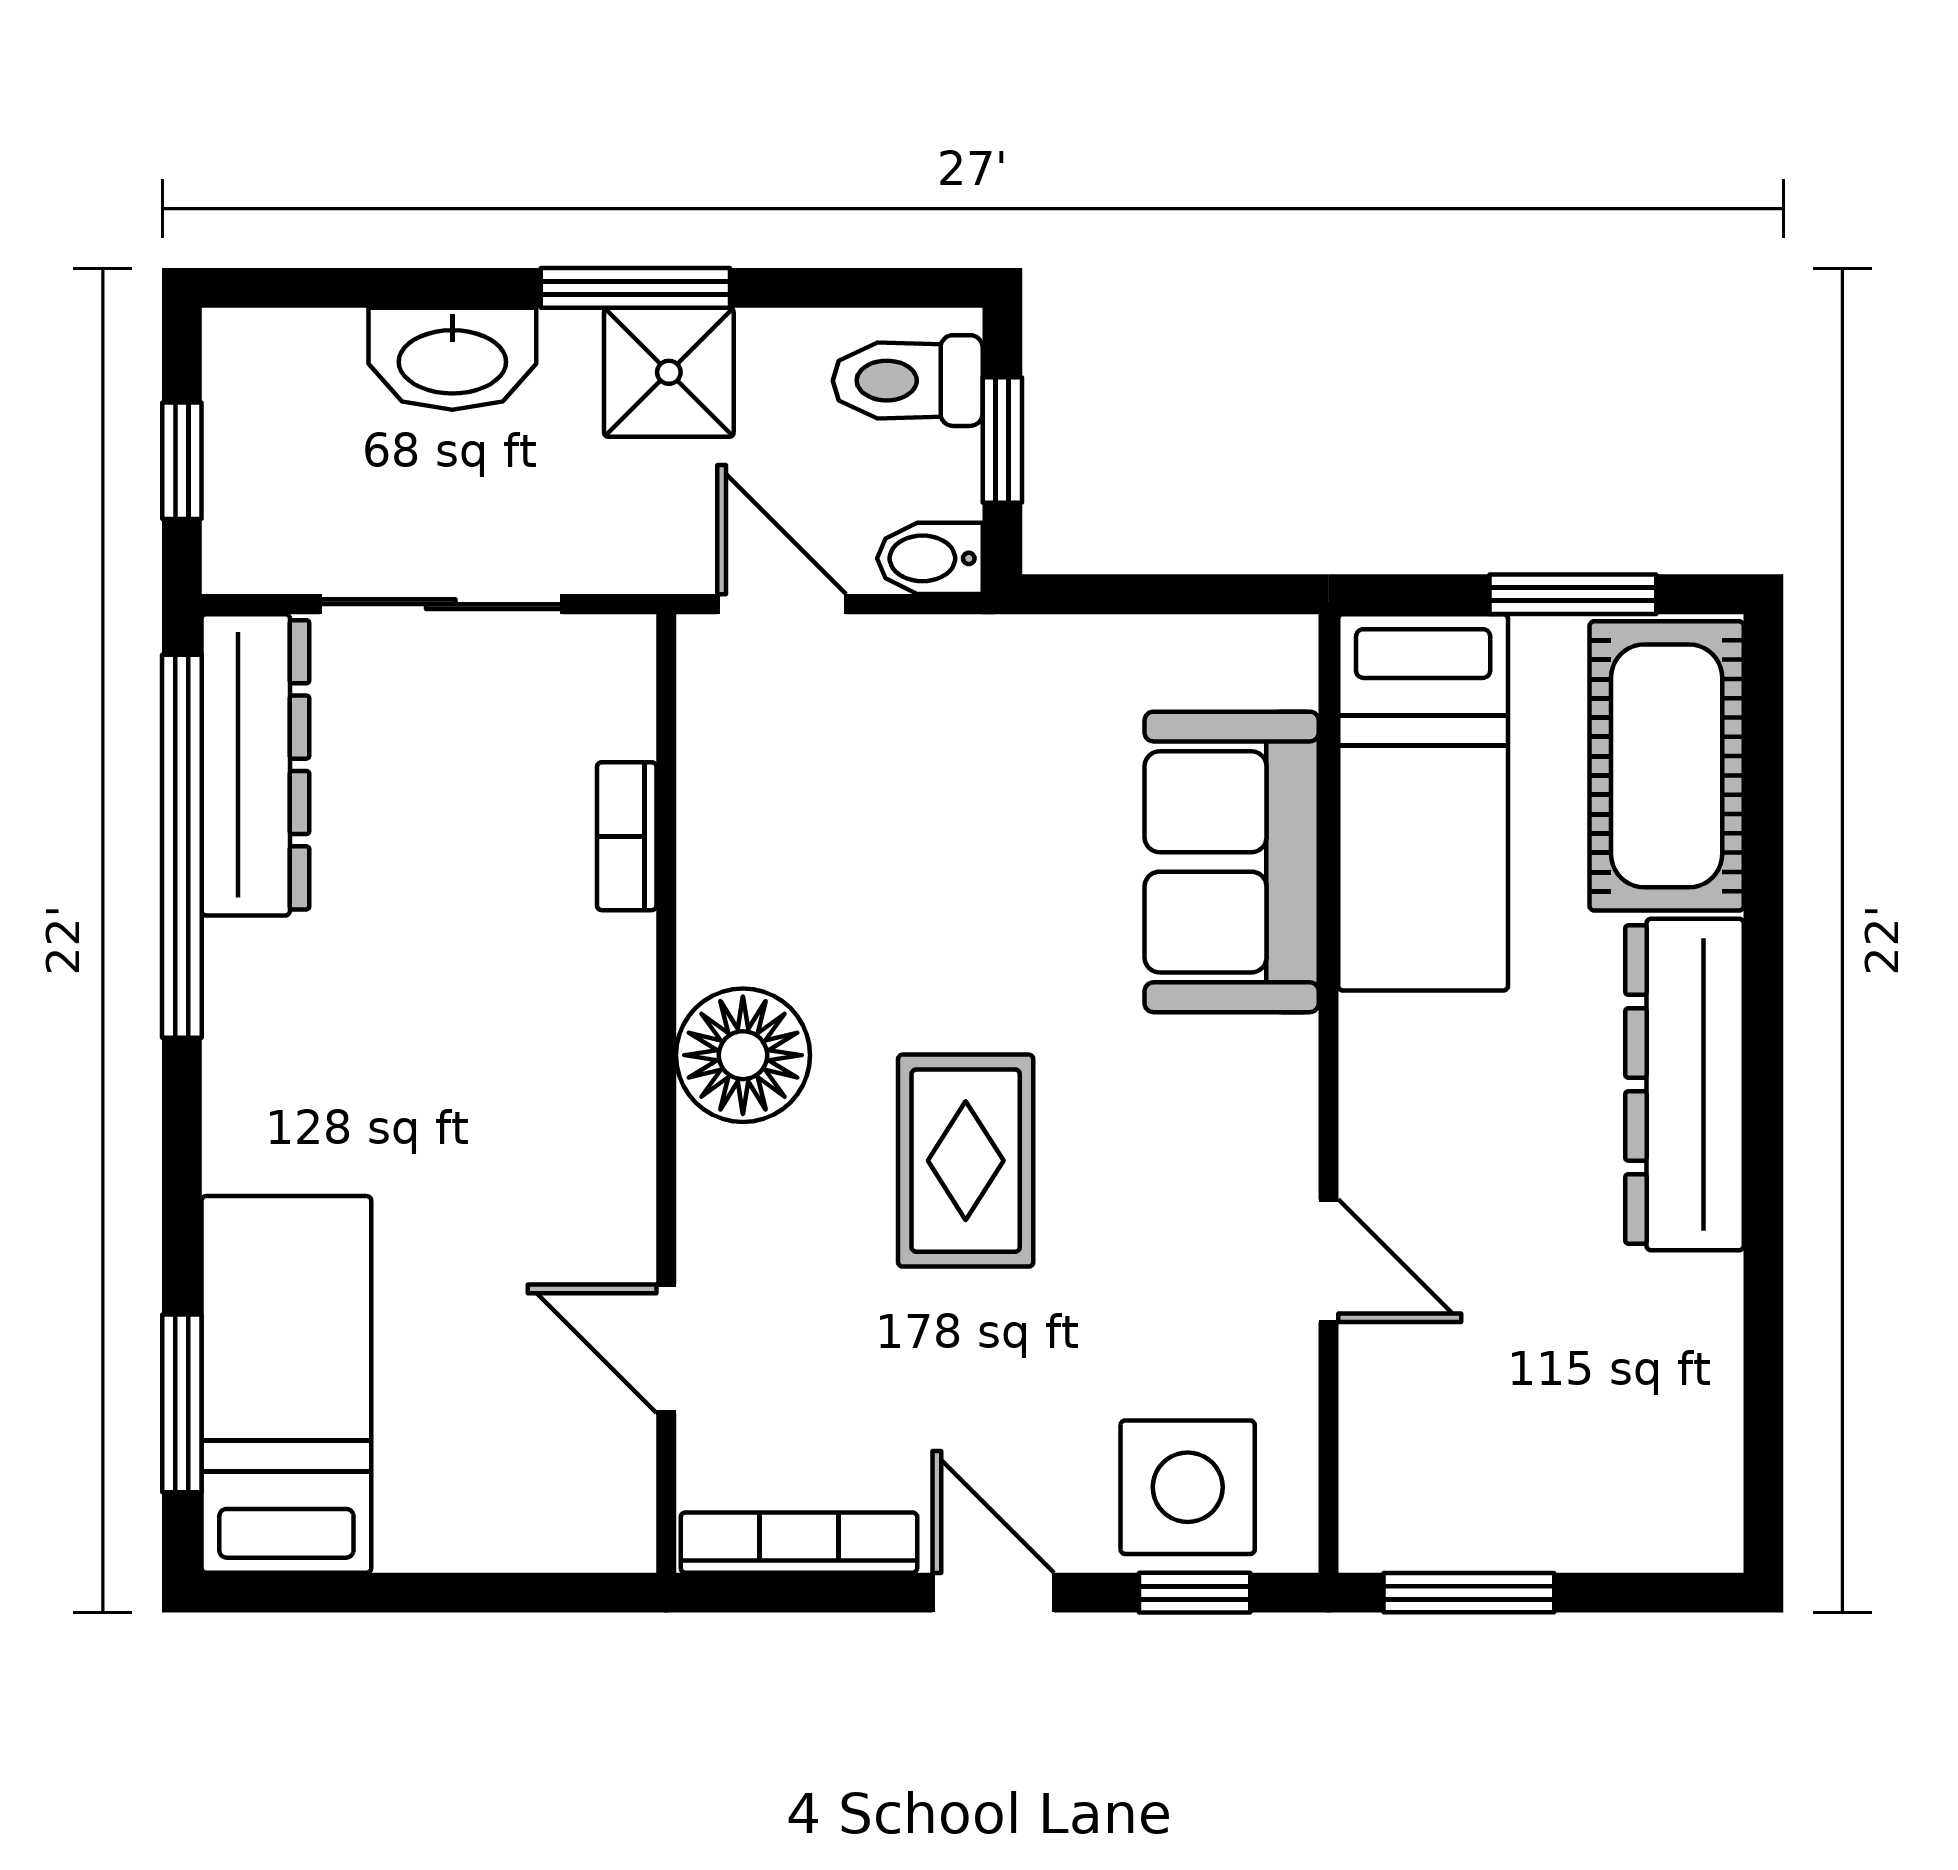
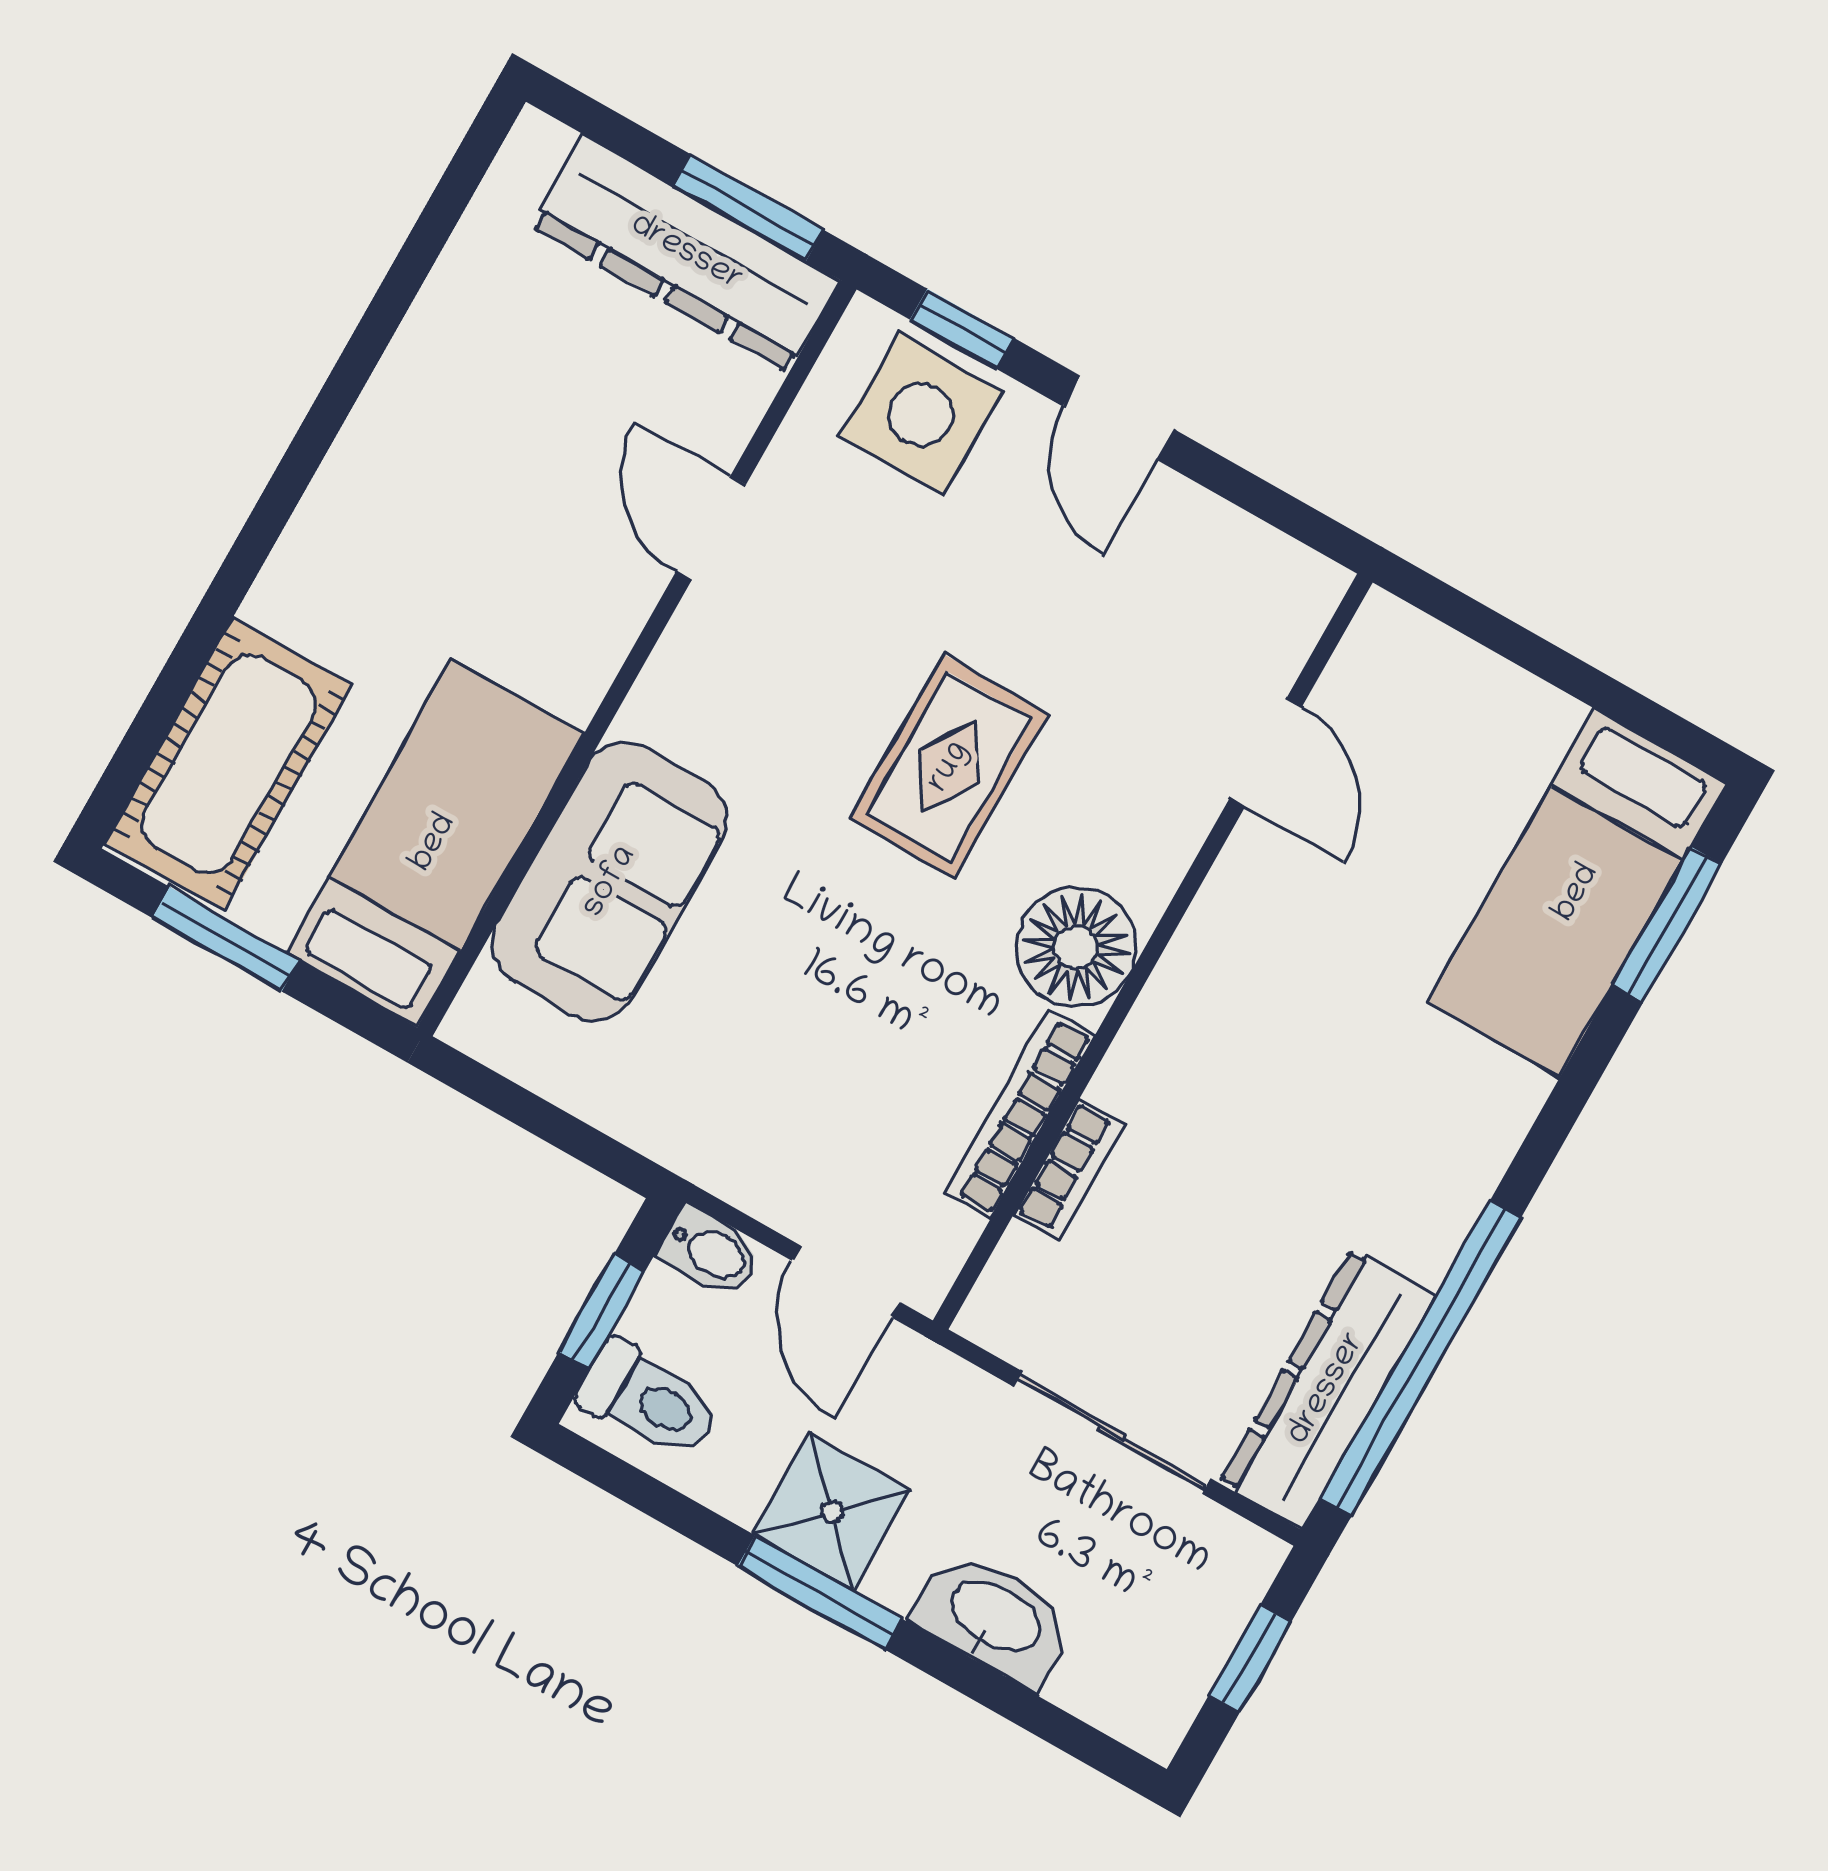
dresser: (1684, 1084) -> (686, 253), moved, turned 90
bookcase: (799, 1543) -> (1019, 1114), moved, turned 90

